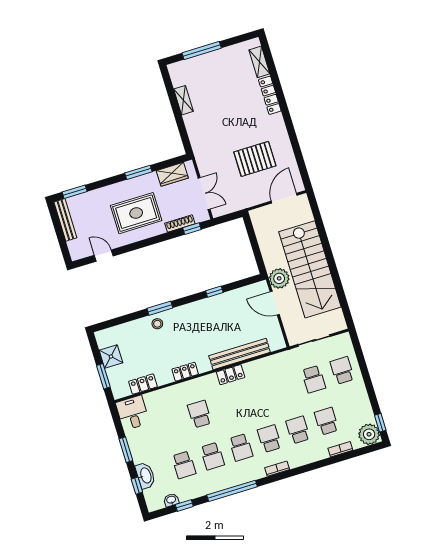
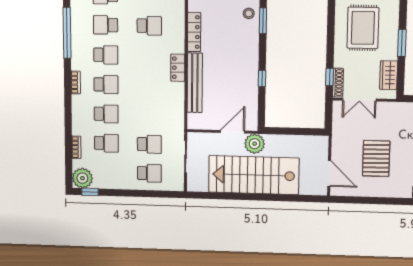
shoe rack: (180, 224) -> (338, 83), moved
locker: (185, 372) -> (194, 32), width x1.53
school desk: (314, 379) -> (149, 144), turned 180
school desk: (241, 447) -> (106, 55), turned 180

